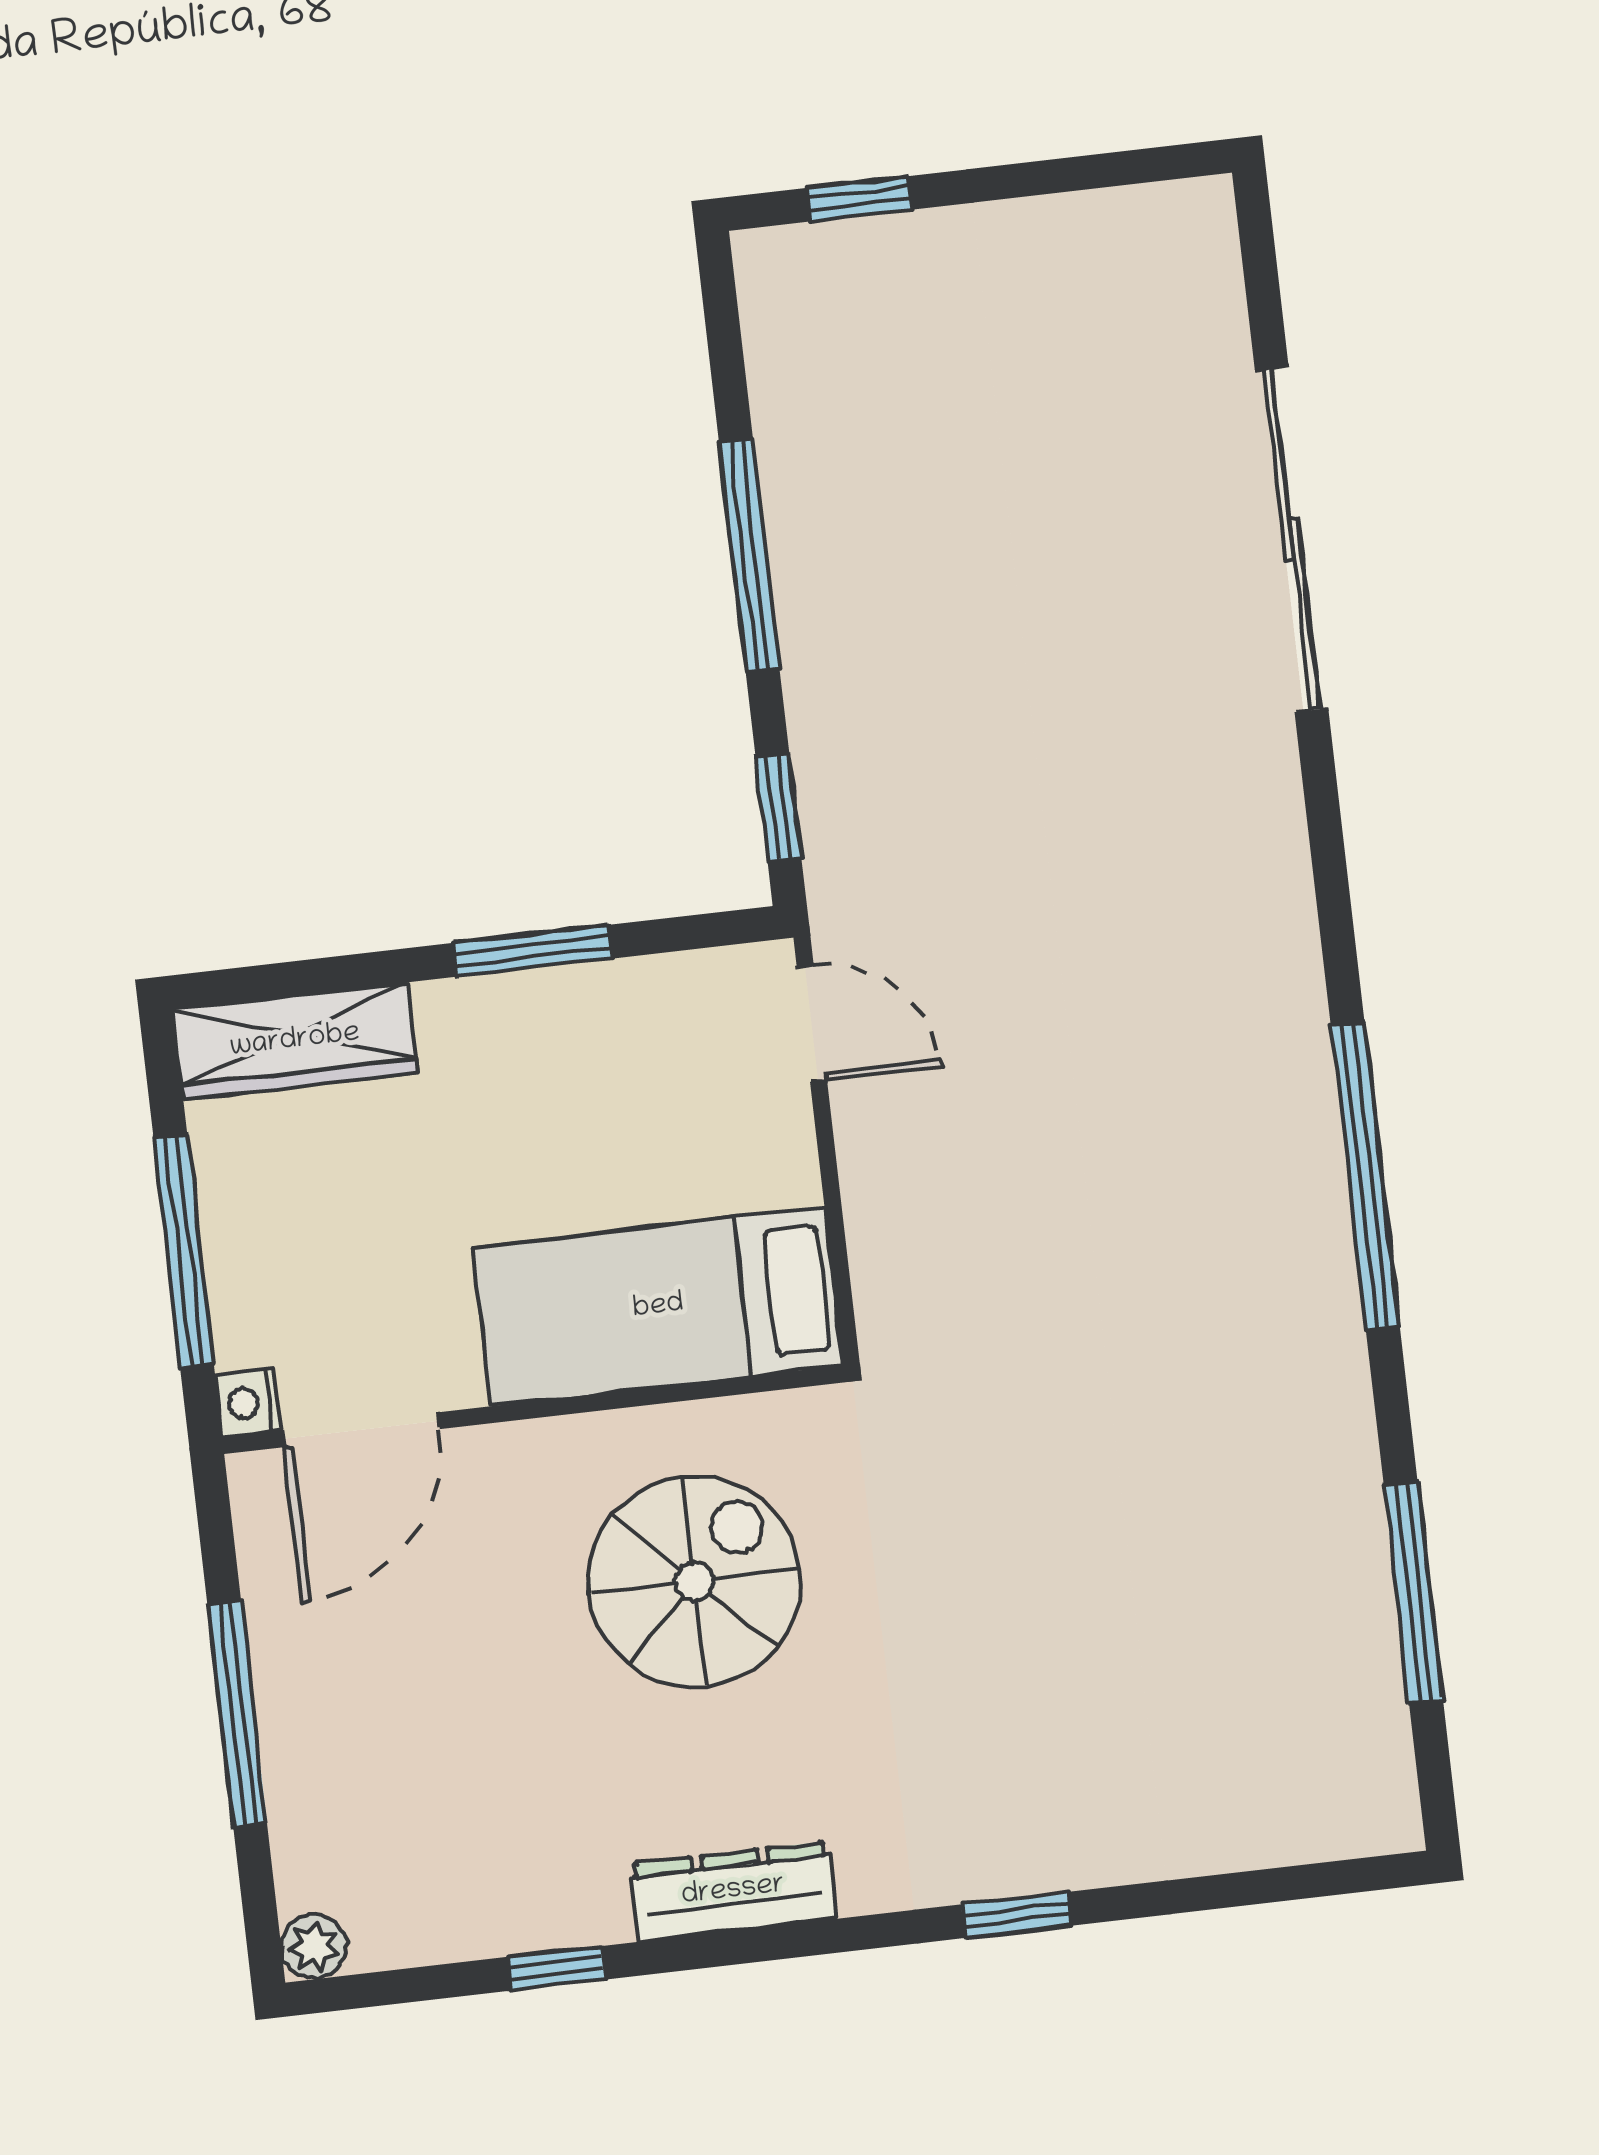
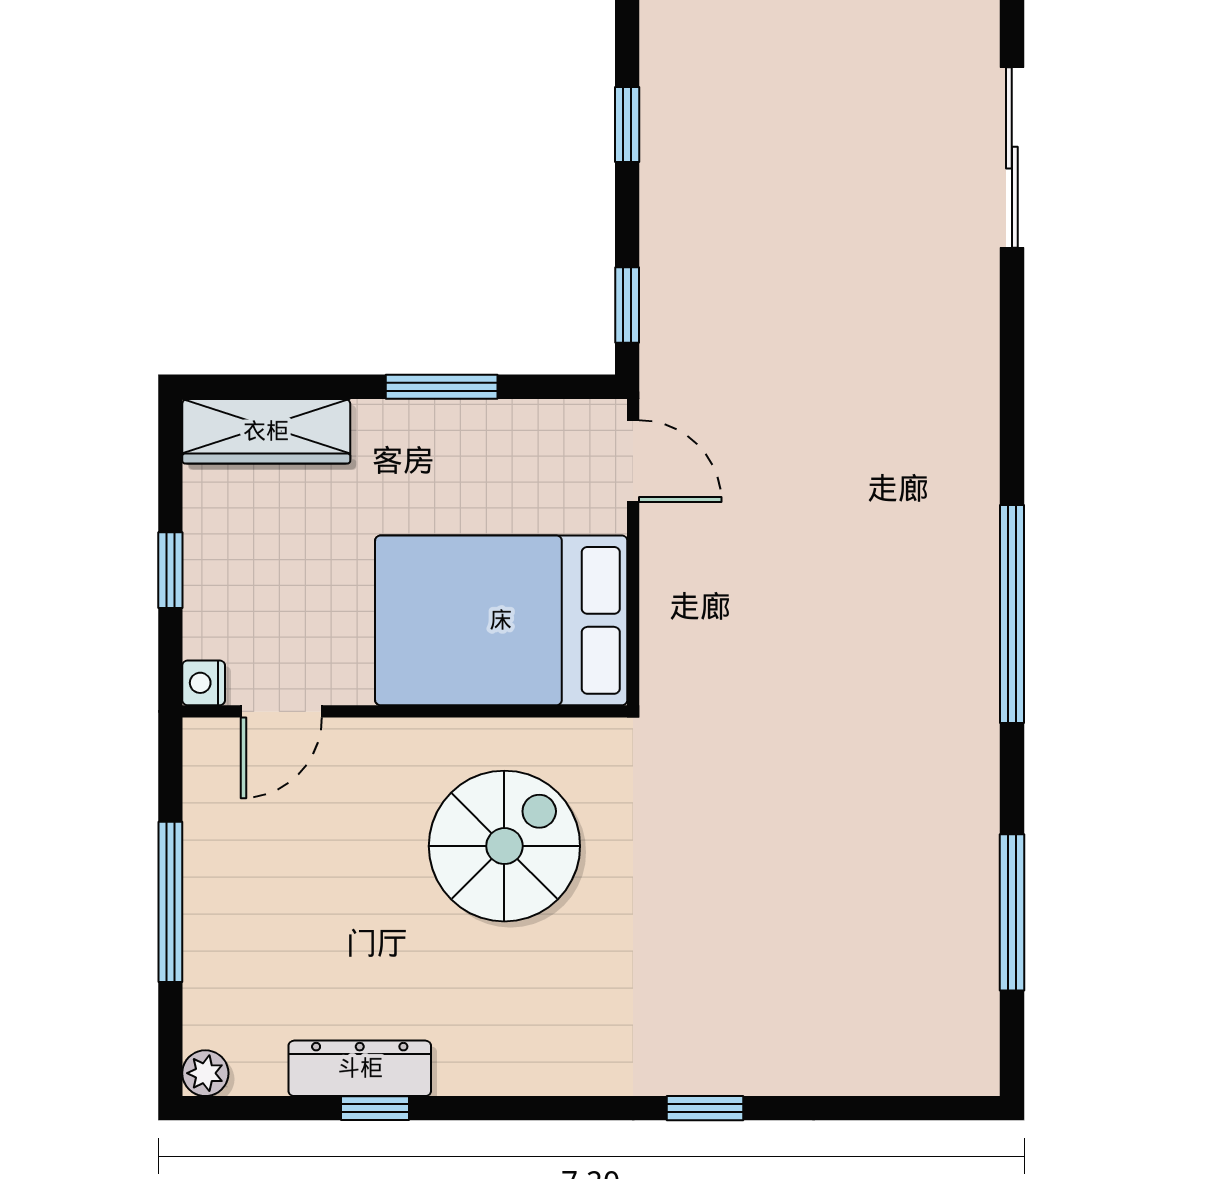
sliding door: (1291, 539) -> (1012, 158), width x0.73
window: (749, 555) -> (627, 125), width x0.46
window: (184, 1251) -> (170, 570), width x0.46
bed: (658, 1307) -> (501, 620), width x1.50
door: (361, 1430) -> (281, 711), width x0.73
dresser: (733, 1891) -> (360, 1068), moved

